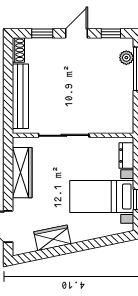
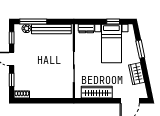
bench: (20, 96) -> (51, 29), moved
window: (92, 244) -> (140, 49), added

